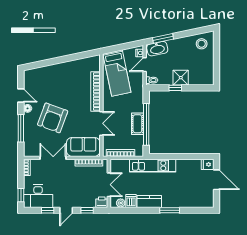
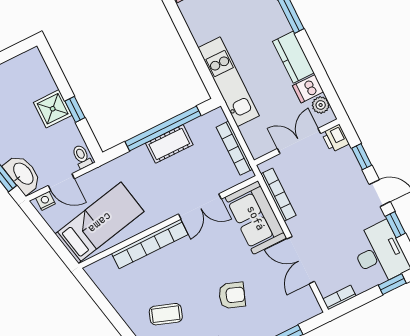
coffee table: (59, 83) -> (166, 314), added
armchair: (53, 118) -> (232, 295), width x0.53, depth x0.53
double door: (101, 123) -> (200, 206), swing flipped

